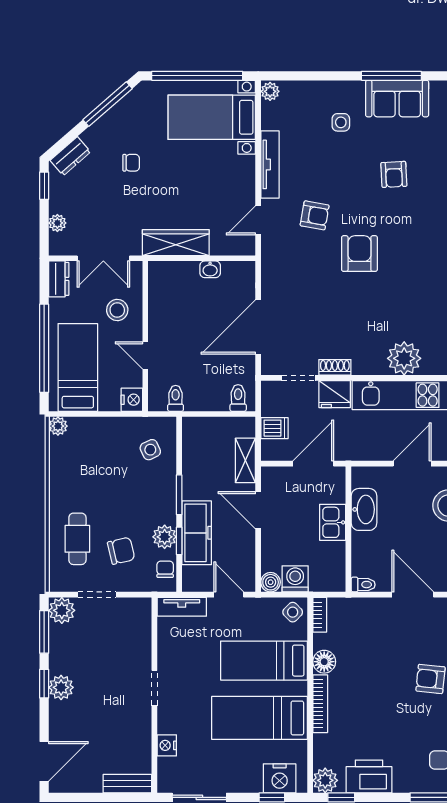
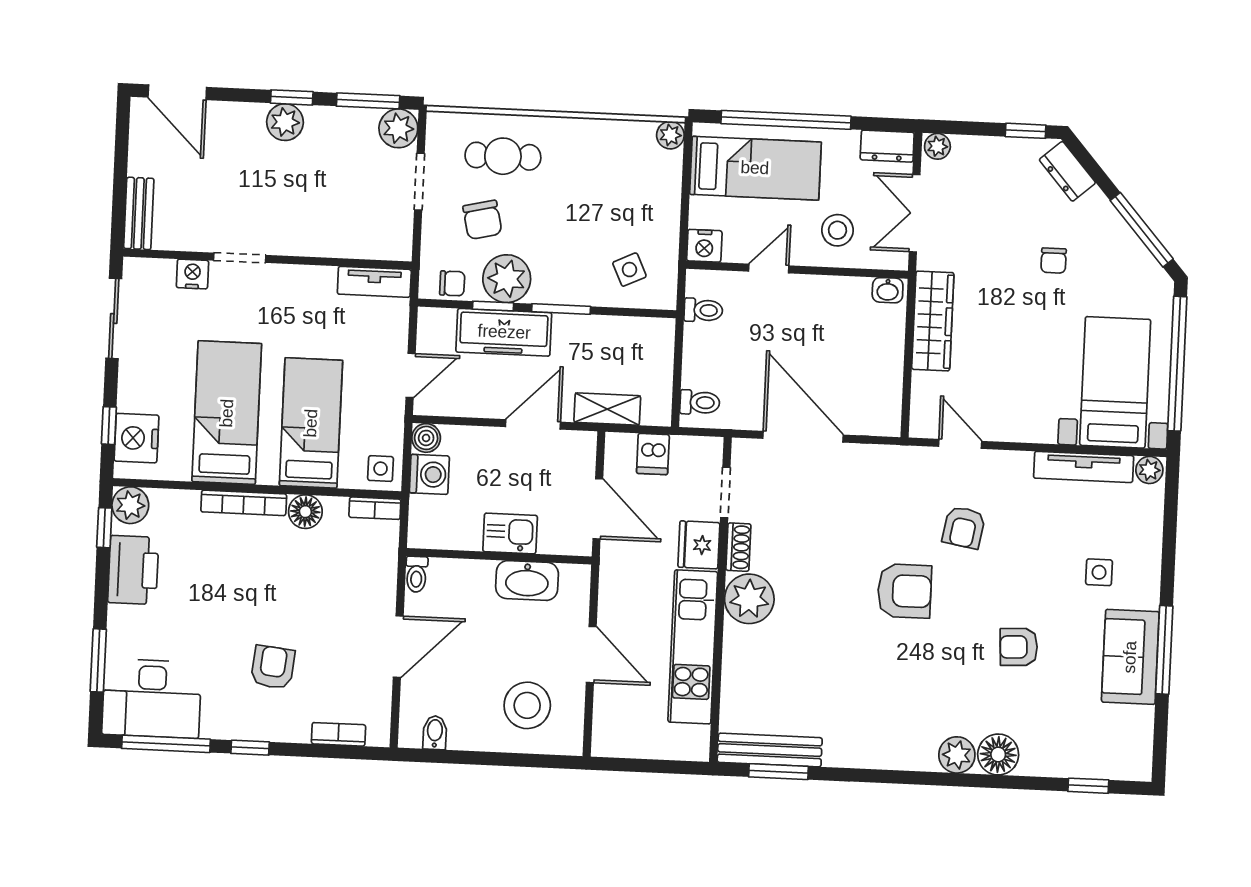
tv unit: (270, 164) -> (1084, 467), moved
plant: (57, 223) -> (937, 146), moved
washbasin: (210, 269) -> (888, 290), moved, turned -90
plant: (404, 358) -> (749, 599), moved
plant: (165, 537) -> (507, 279), width x1.36, depth x1.36
tv unit: (182, 607) -> (374, 282), moved, turned -90
side table: (293, 612) -> (381, 469), turned 45
doorway: (154, 688) -> (240, 258), moved

